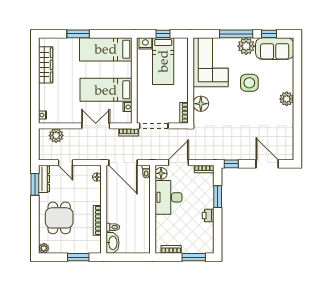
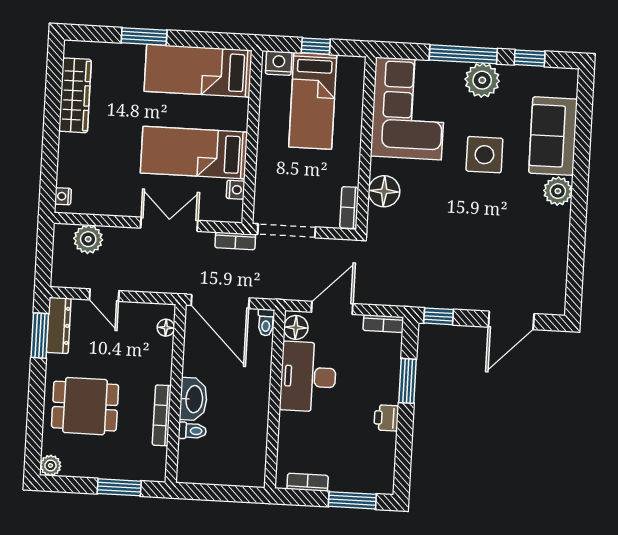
sofa: (275, 49) -> (553, 136), moved, turned 90
door: (267, 164) -> (511, 320), swing flipped
dining table: (59, 218) -> (85, 406), turned 90
washbasin: (112, 243) -> (193, 399), moved

